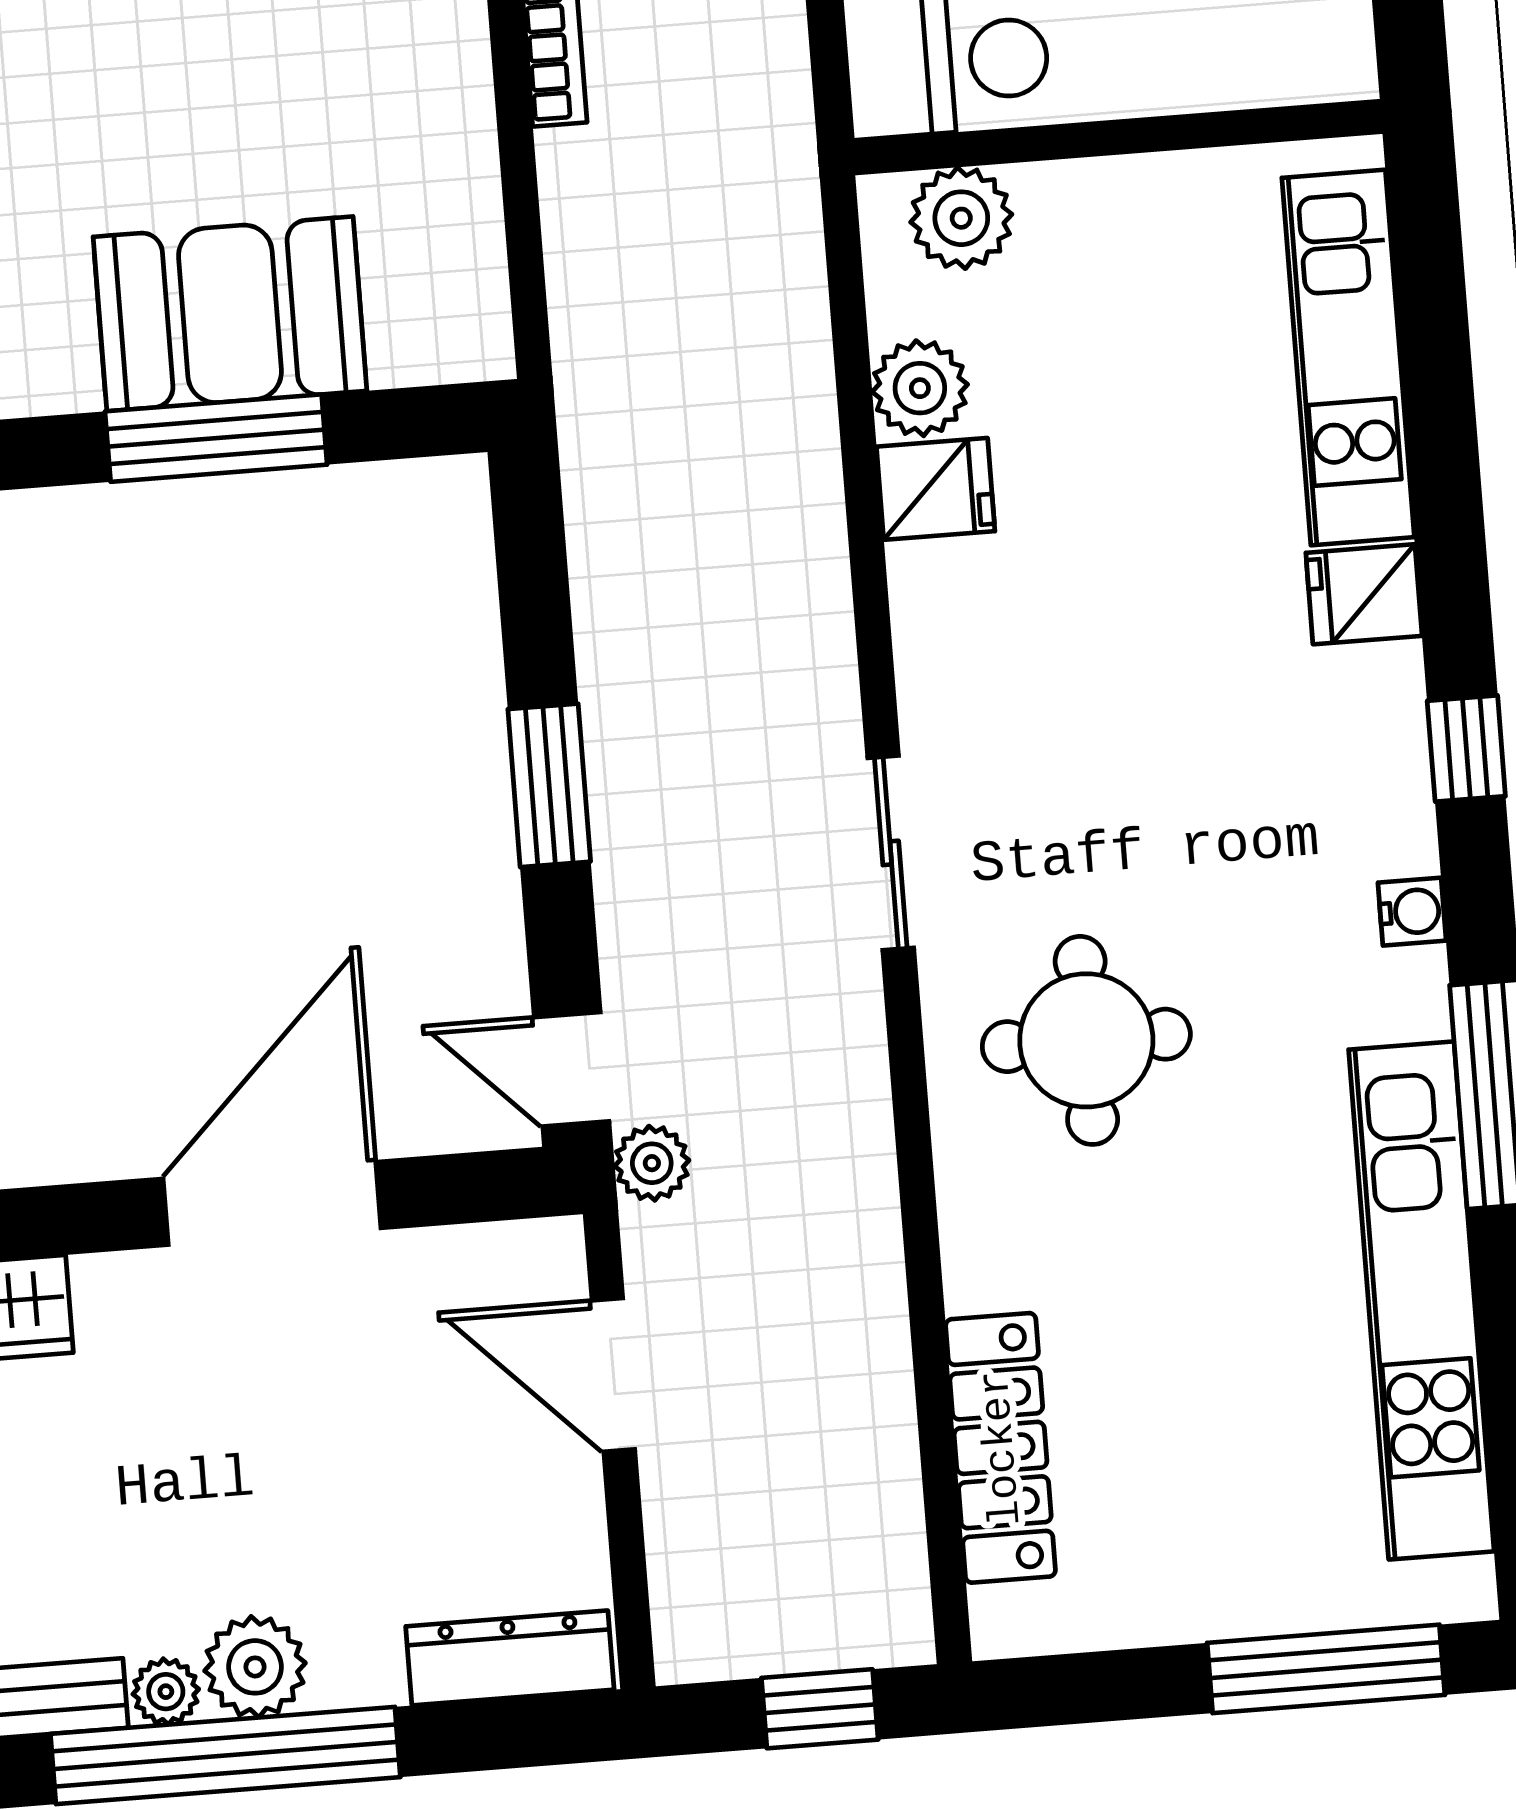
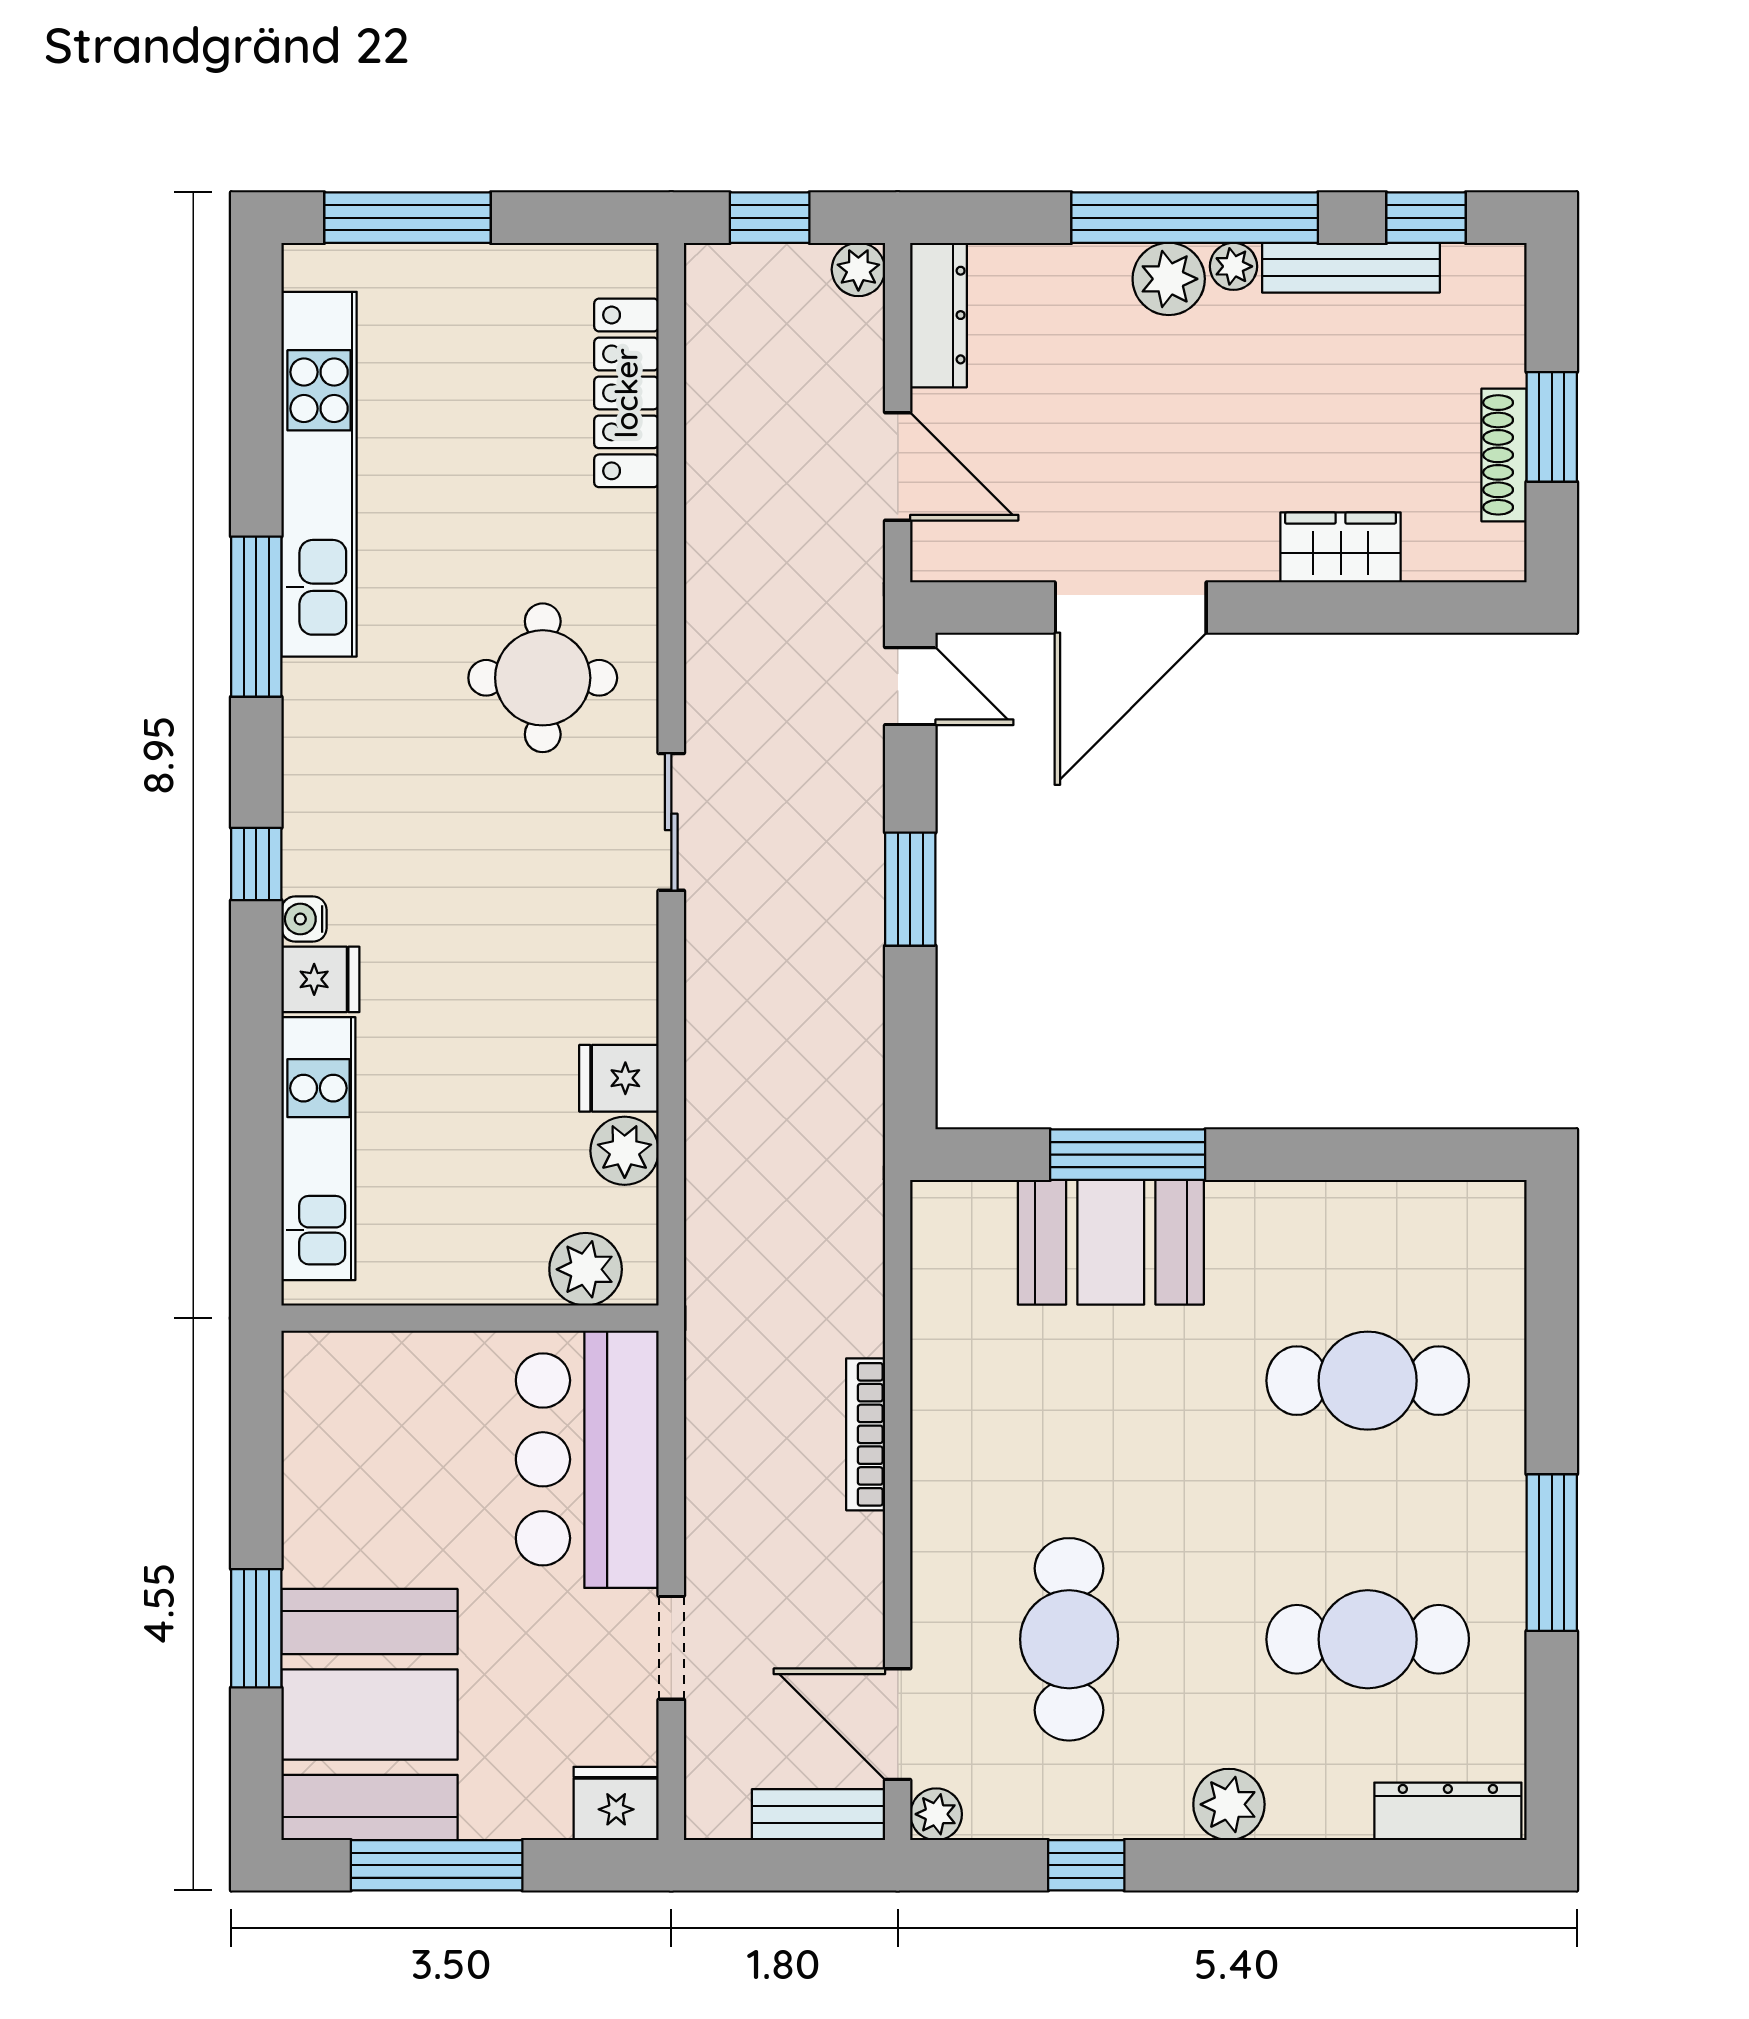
water cooler: (1412, 912) -> (304, 919), moved
plant: (652, 1163) -> (858, 269), moved
dresser: (510, 1658) -> (939, 315), moved, turned -90

